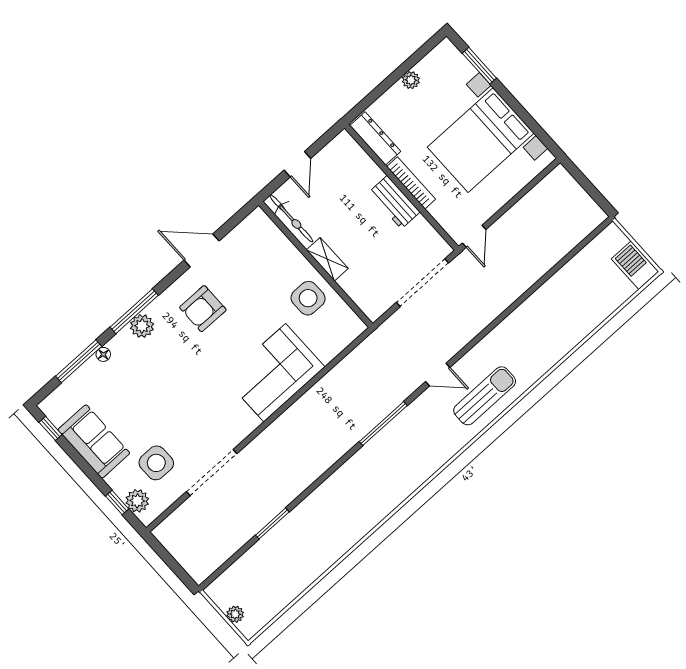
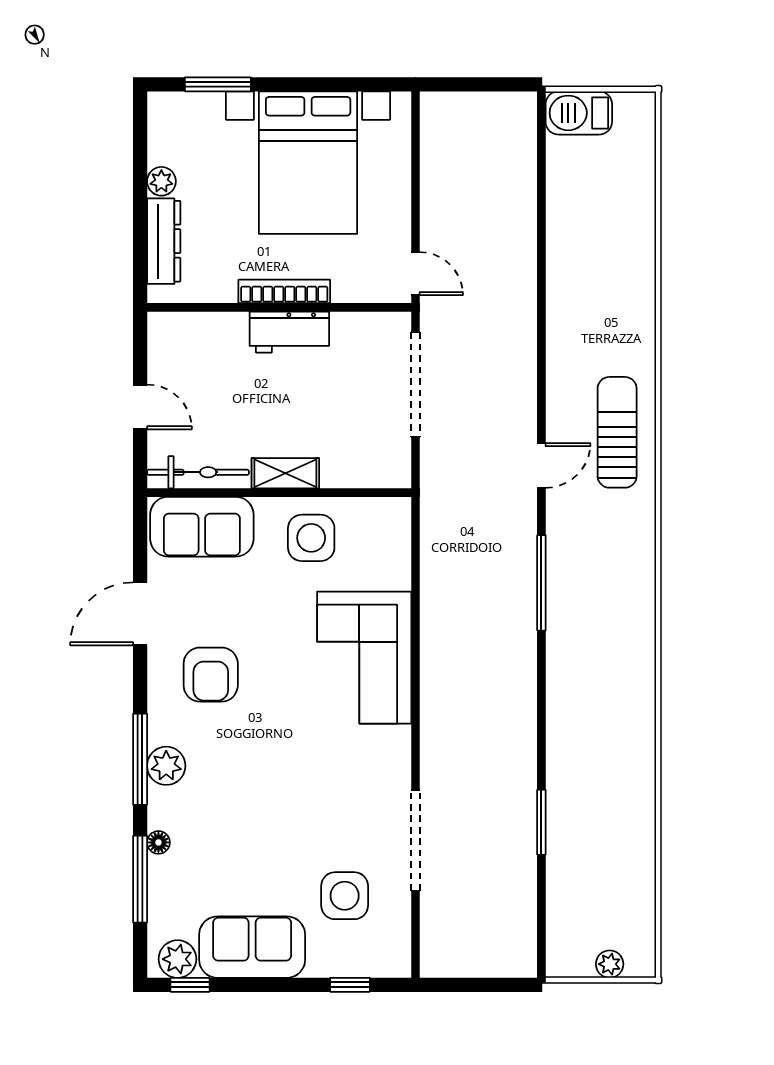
dresser: (375, 138) -> (164, 241), moved, turned 90
sofa: (268, 243) -> (202, 527), added
barbecue: (635, 265) -> (579, 113), moved
plant: (137, 501) -> (177, 959), moved

